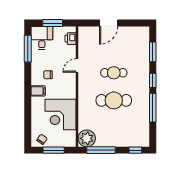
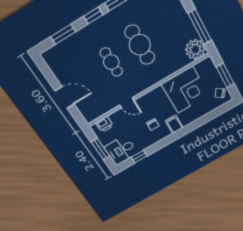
window: (28, 49) -> (139, 157), width x0.46

